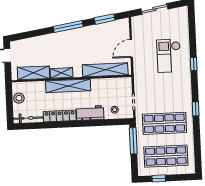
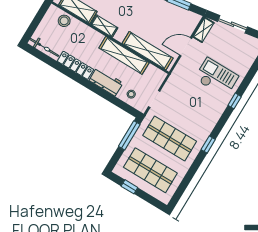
shelving: (136, 27) -> (204, 30), added
checkout: (169, 56) -> (216, 77), turned 90
shelving: (68, 86) -> (124, 55), moved
stool: (19, 98) -> (64, 21), moved

